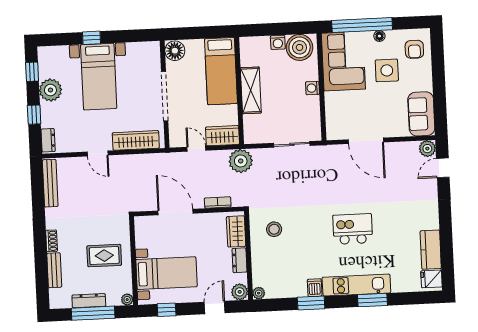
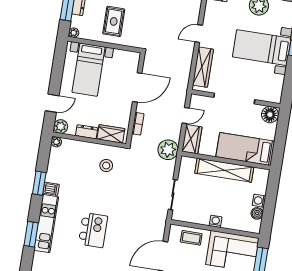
boiler: (300, 47) -> (257, 213), width x0.54, depth x0.54
shelving: (251, 90) -> (224, 170), width x1.47
coffee table: (338, 112) -> (191, 238), added
door: (215, 307) -> (52, 103), hinge flipped
window: (167, 310) -> (58, 63), removed

